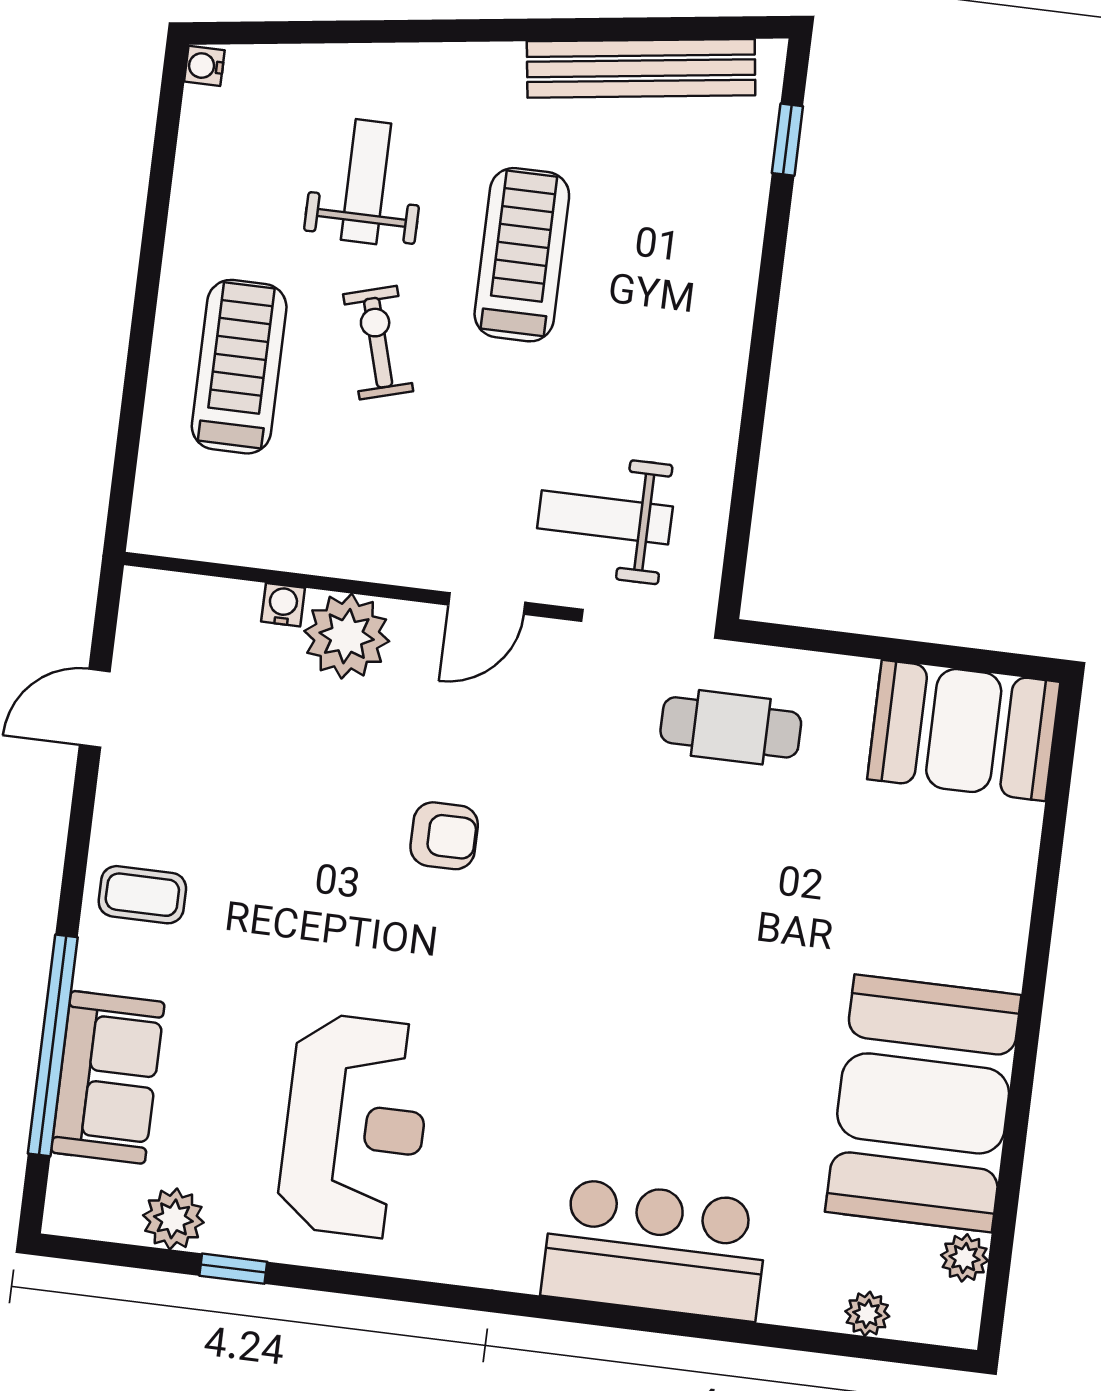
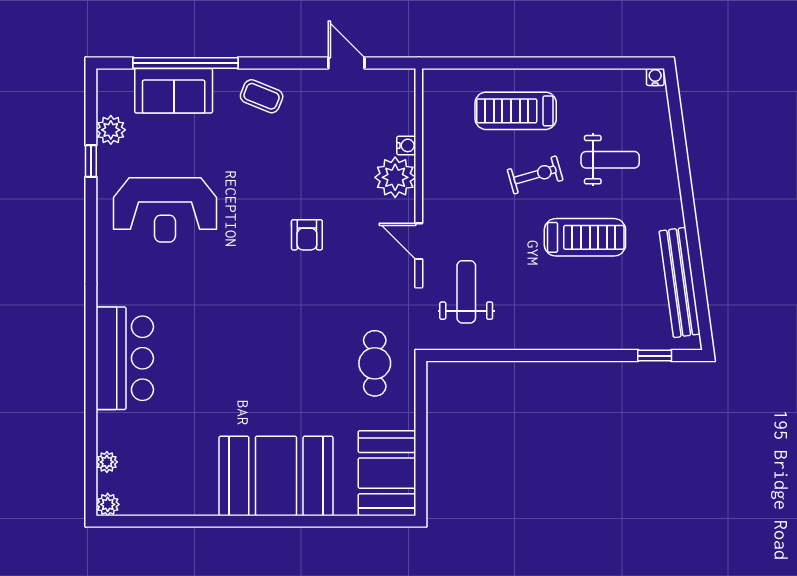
treadmill: (239, 367) -> (516, 111), turned 180
coffee table: (142, 895) -> (262, 96), turned -68
booth: (923, 1103) -> (276, 476), moved
plant: (965, 1258) -> (108, 504), moved

